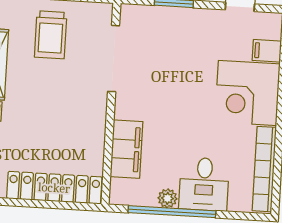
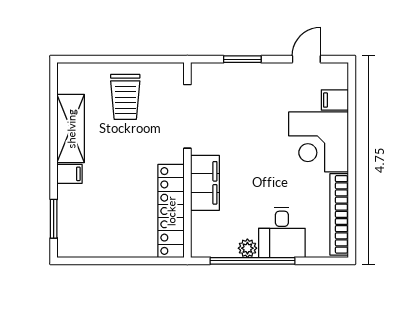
filing cabinet: (126, 149) -> (205, 183), moved
locker: (54, 188) -> (171, 211), moved, turned -90

